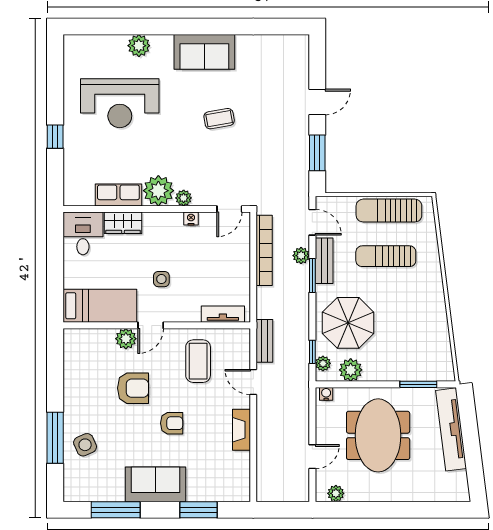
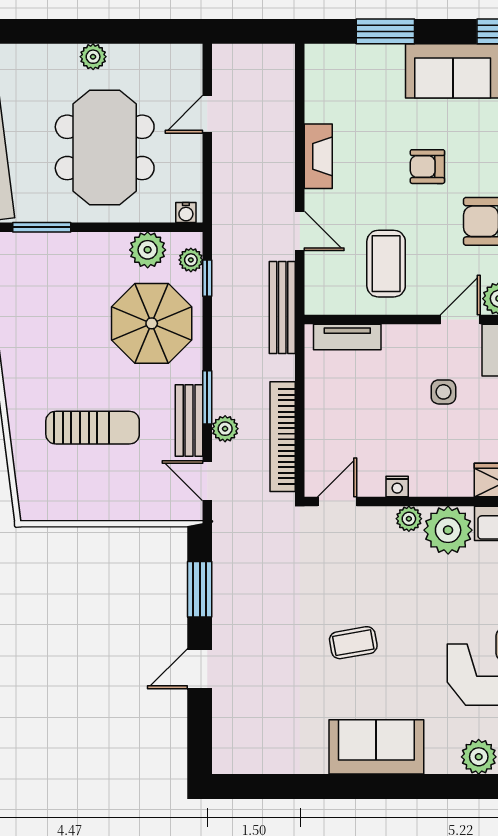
sun lounger: (389, 211) -> (88, 499), removed
bench: (264, 341) -> (282, 308), width x1.36
plant: (336, 493) -> (93, 57), moved

